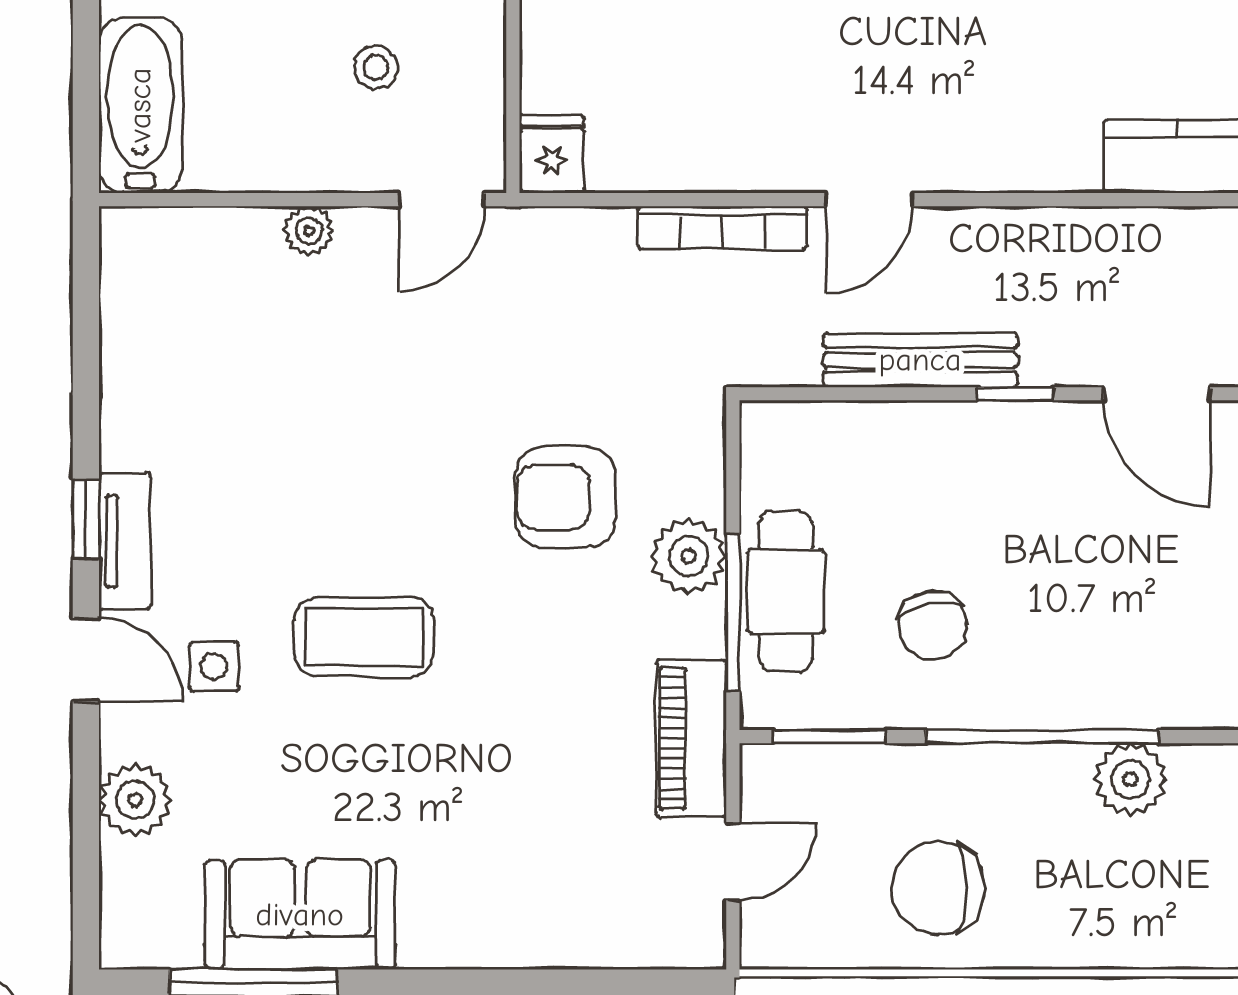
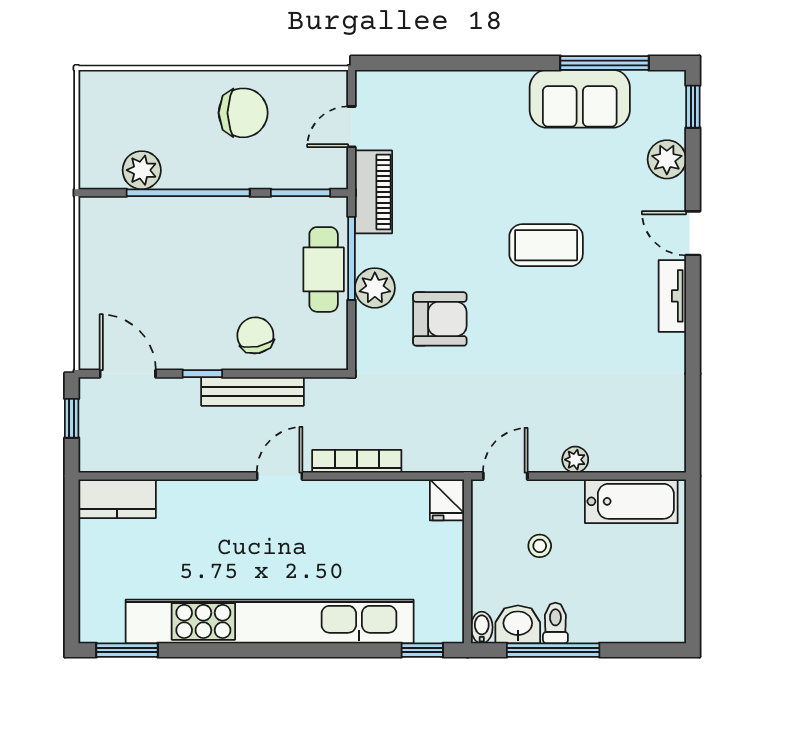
bathtub: (140, 105) -> (631, 501), moved, turned -90
window: (86, 519) -> (693, 107), moved
chair: (933, 625) -> (255, 335), moved
side table: (214, 666) -> (625, 230), removed

